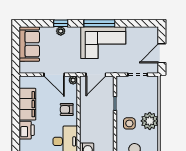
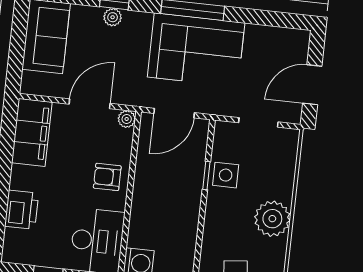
door: (54, 75) -> (90, 104), swing flipped
filing cabinet: (27, 104) -> (32, 132), moved
side table: (129, 123) -> (226, 175), moved

